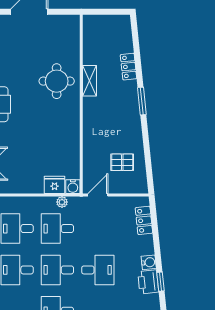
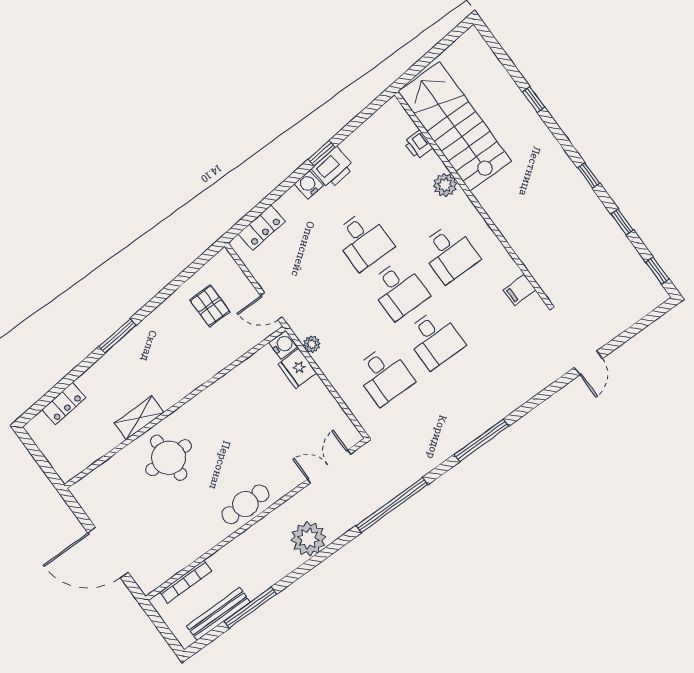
locker: (128, 67) -> (64, 404), moved
desk: (57, 229) -> (348, 326), removed
desk: (98, 270) -> (363, 240), turned 180

